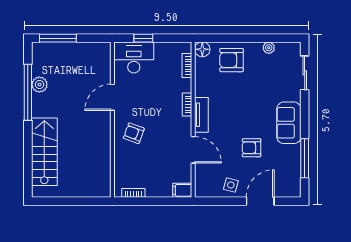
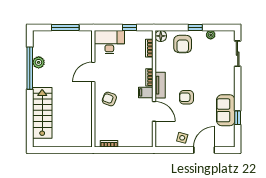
window: (58, 38) -> (65, 28), moved
window: (143, 38) -> (130, 28), moved
window: (248, 38) -> (195, 28), added
armchair: (231, 60) -> (183, 44), turned -90
sofa: (289, 123) -> (226, 110), moved
armchair: (251, 148) -> (187, 97), moved
window: (305, 158) -> (238, 118), width x0.46
filing cabinet: (182, 190) -> (146, 92), moved

